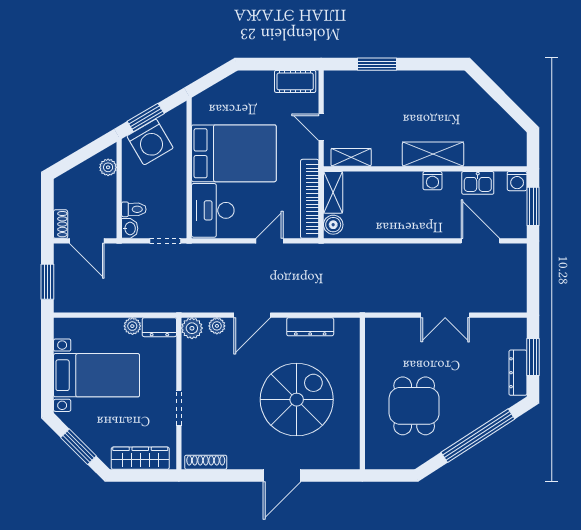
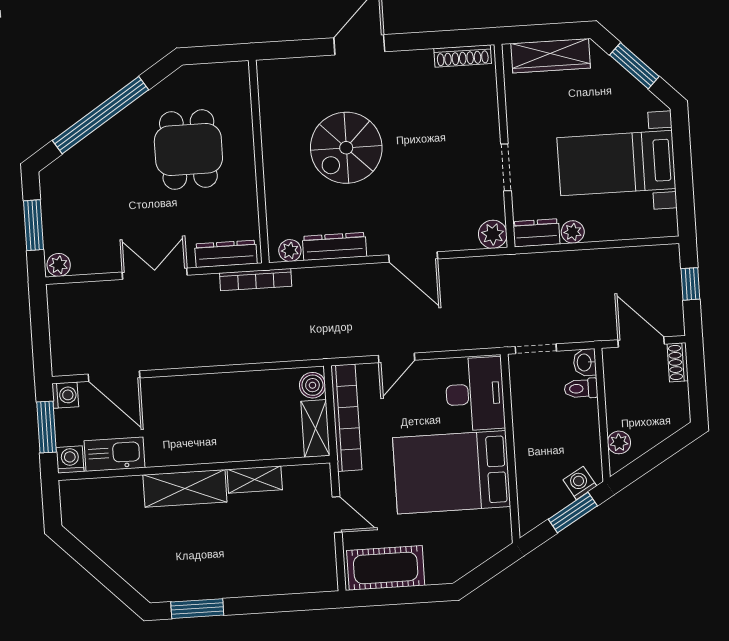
window: (377, 64) -> (197, 609), moved
cot: (295, 81) -> (386, 568), width x1.37, depth x1.34
washing machine: (150, 142) -> (580, 483), width x0.53, depth x0.53
shelving: (351, 157) -> (255, 479), moved
washing machine: (432, 181) -> (65, 395), moved, turned 90
kitchen sink: (478, 183) -> (114, 454), width x1.38
window: (47, 282) -> (690, 284), width x0.67
bookcase: (370, 306) -> (256, 280), added
door: (252, 315) -> (413, 257), swing flipped
plant: (217, 326) -> (290, 251), moved
plant: (516, 326) -> (59, 265), added
dresser: (518, 373) -> (226, 254), moved, turned -90
spiral stairs: (297, 400) -> (346, 148), width x0.73, depth x0.73
doorway: (179, 408) -> (506, 167), moved

